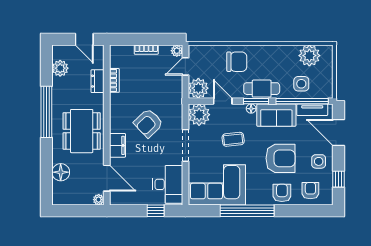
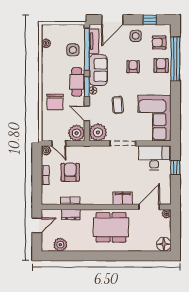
plant: (309, 56) -> (46, 43), width x0.53, depth x0.53
chair: (237, 62) -> (55, 102), turned 180
door: (223, 101) -> (87, 113), hinge flipped
window: (46, 112) -> (96, 256), removed
armchair: (148, 123) -> (70, 172), moved, turned -136
armchair: (280, 158) -> (133, 67), width x0.53, depth x0.53
floor lamp: (61, 172) -> (164, 244), moved
armchair: (282, 193) -> (161, 66), turned 90
window: (247, 211) -> (175, 59), moved

